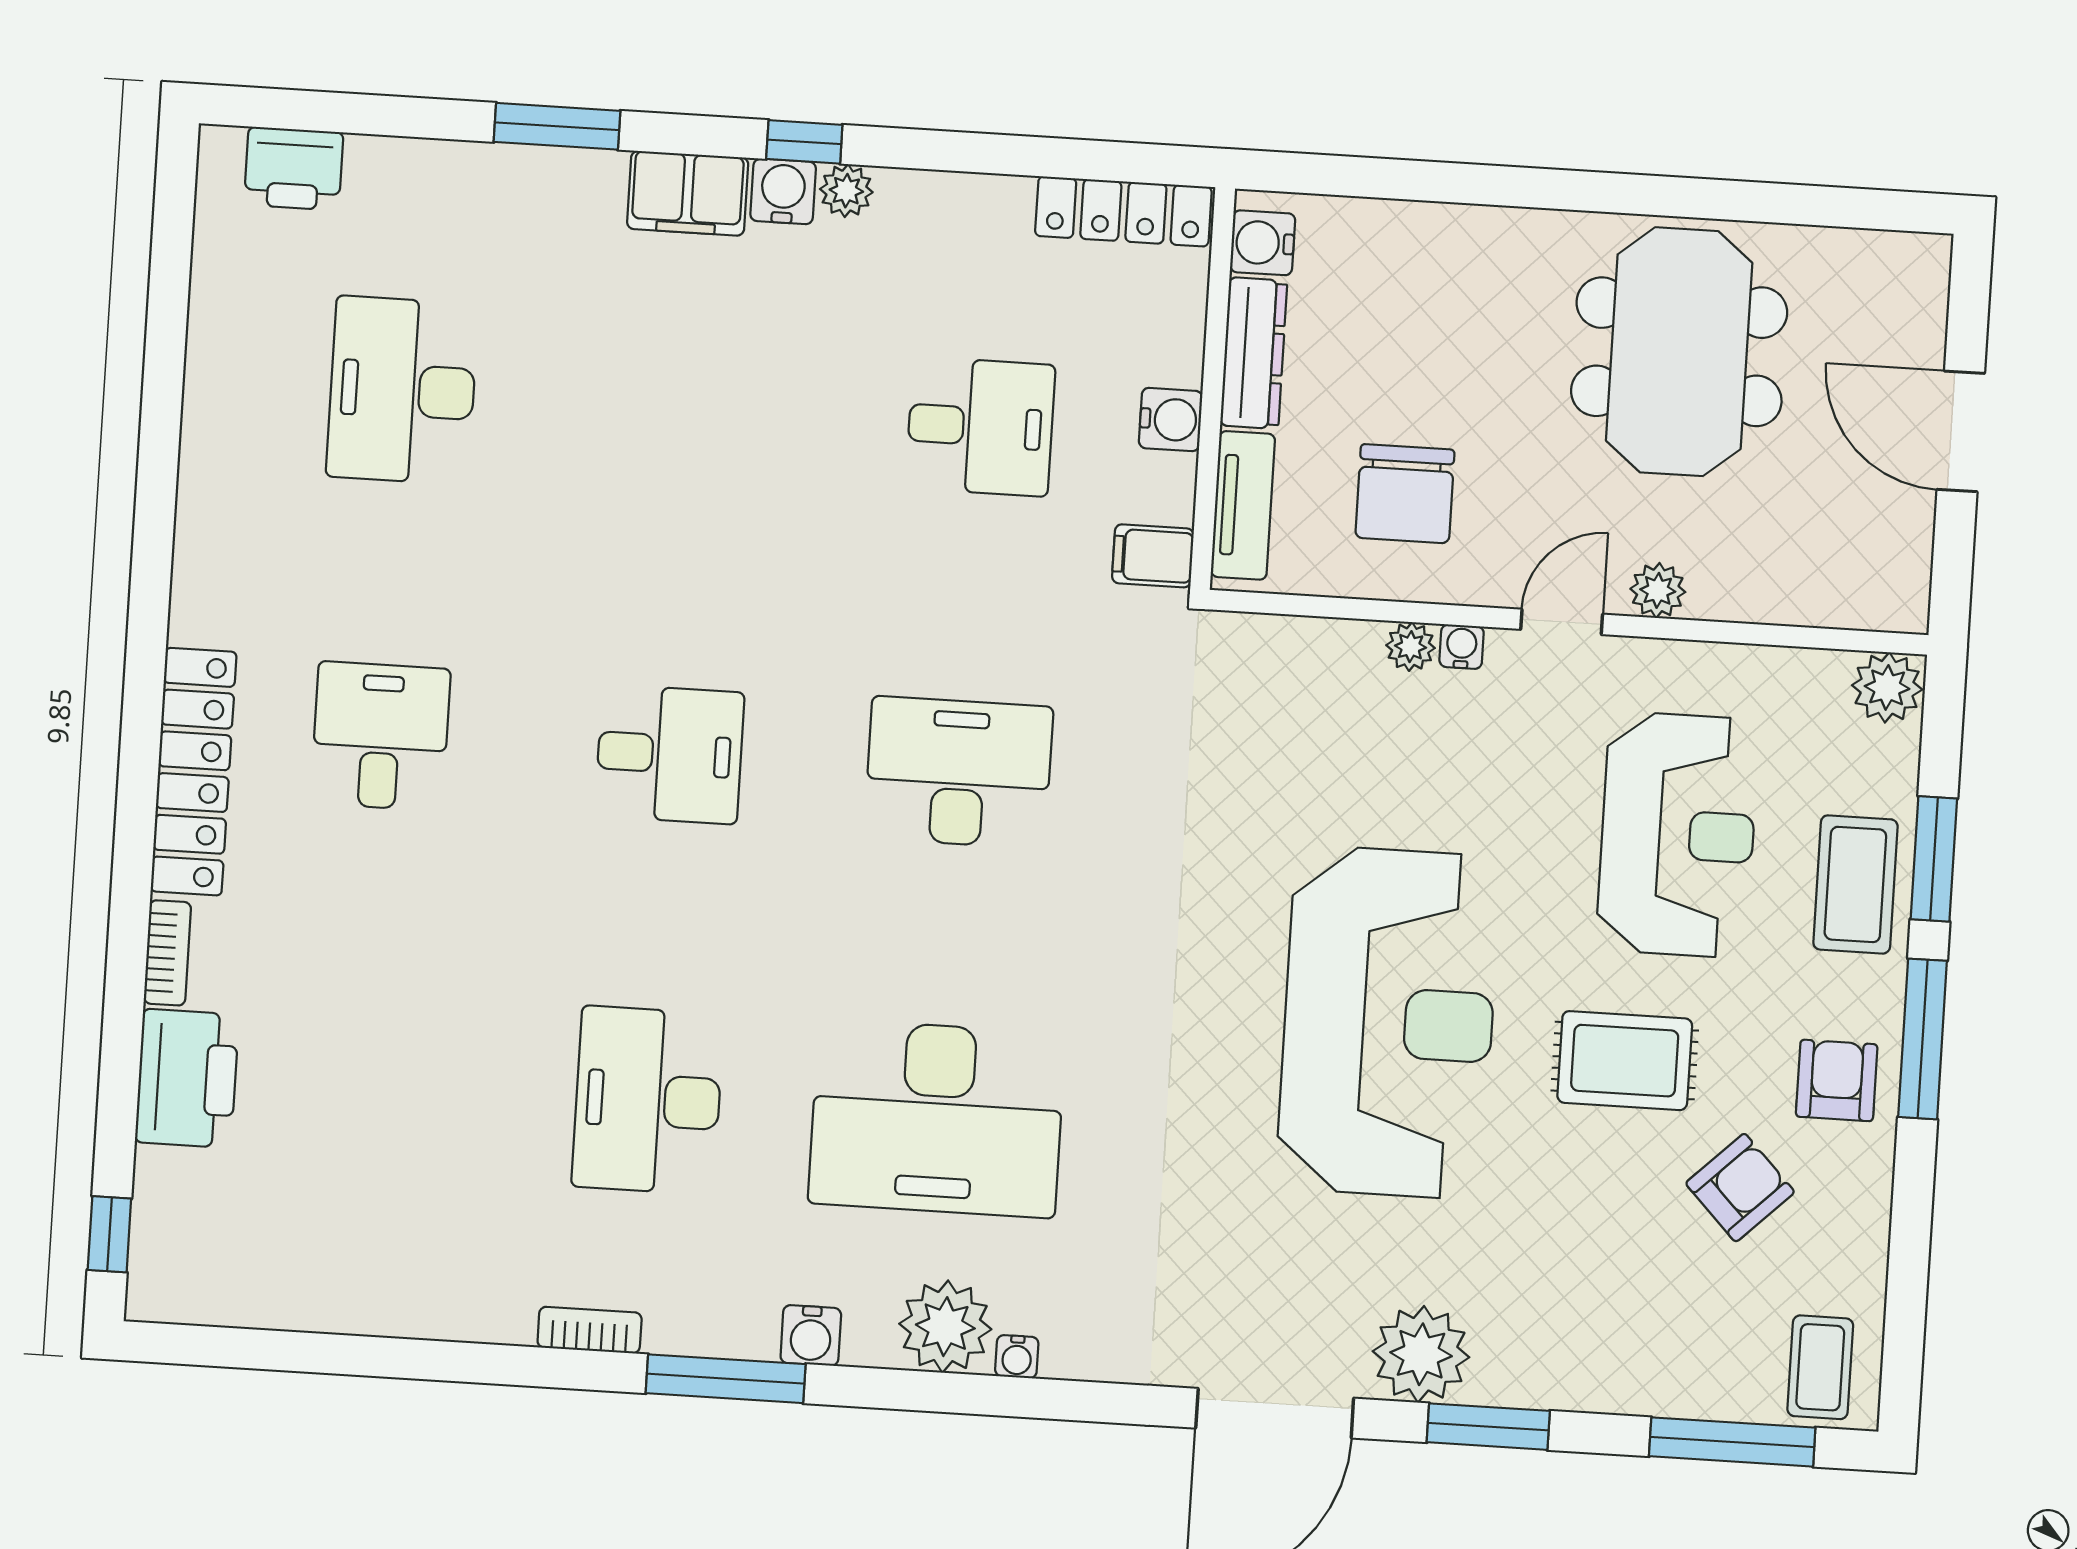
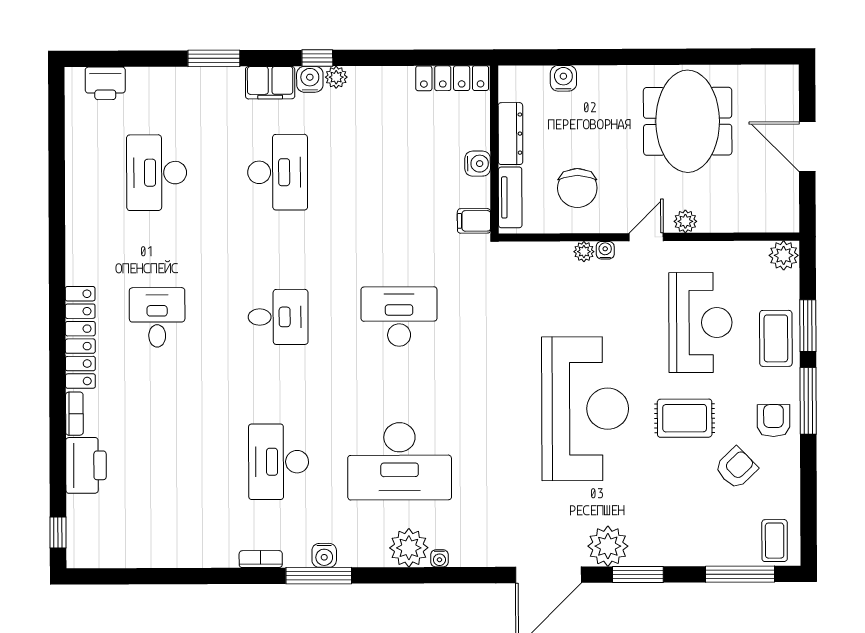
water cooler: (1263, 243) -> (563, 78), moved, turned 90
desk: (980, 427) -> (278, 172), moved, width x1.37
water cooler: (811, 1335) -> (324, 555), moved

